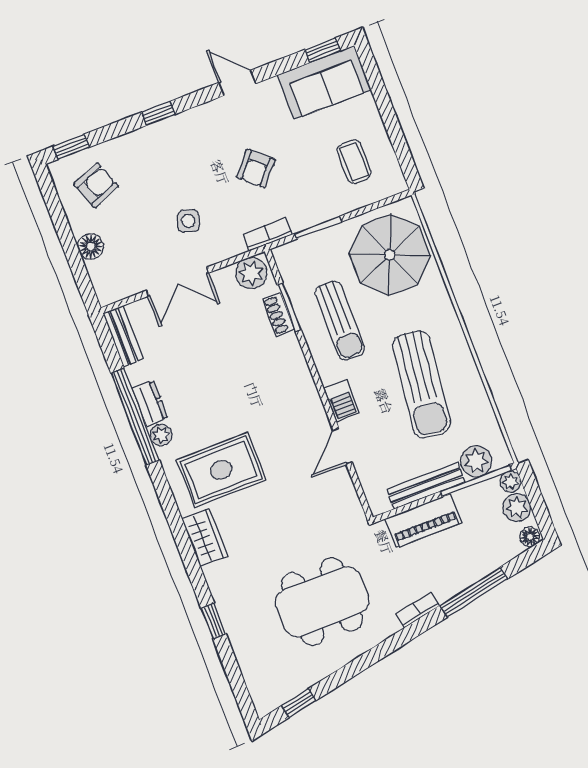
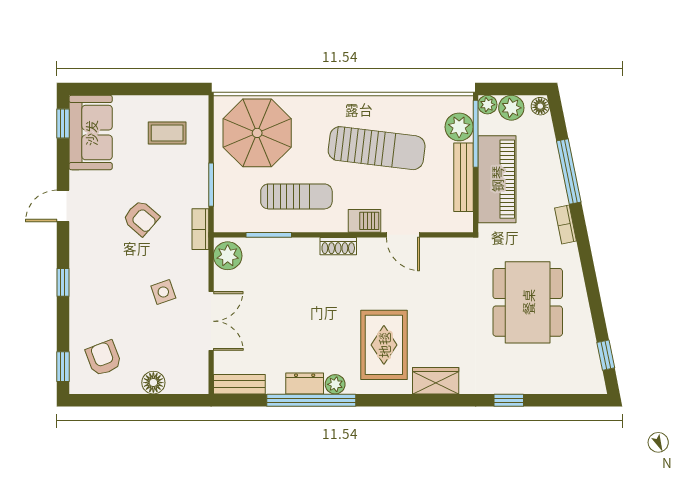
side table: (188, 221) -> (163, 292), turned -37
shoe rack: (279, 314) -> (338, 246), moved
piano: (423, 521) -> (497, 179), width x1.37, depth x1.33

